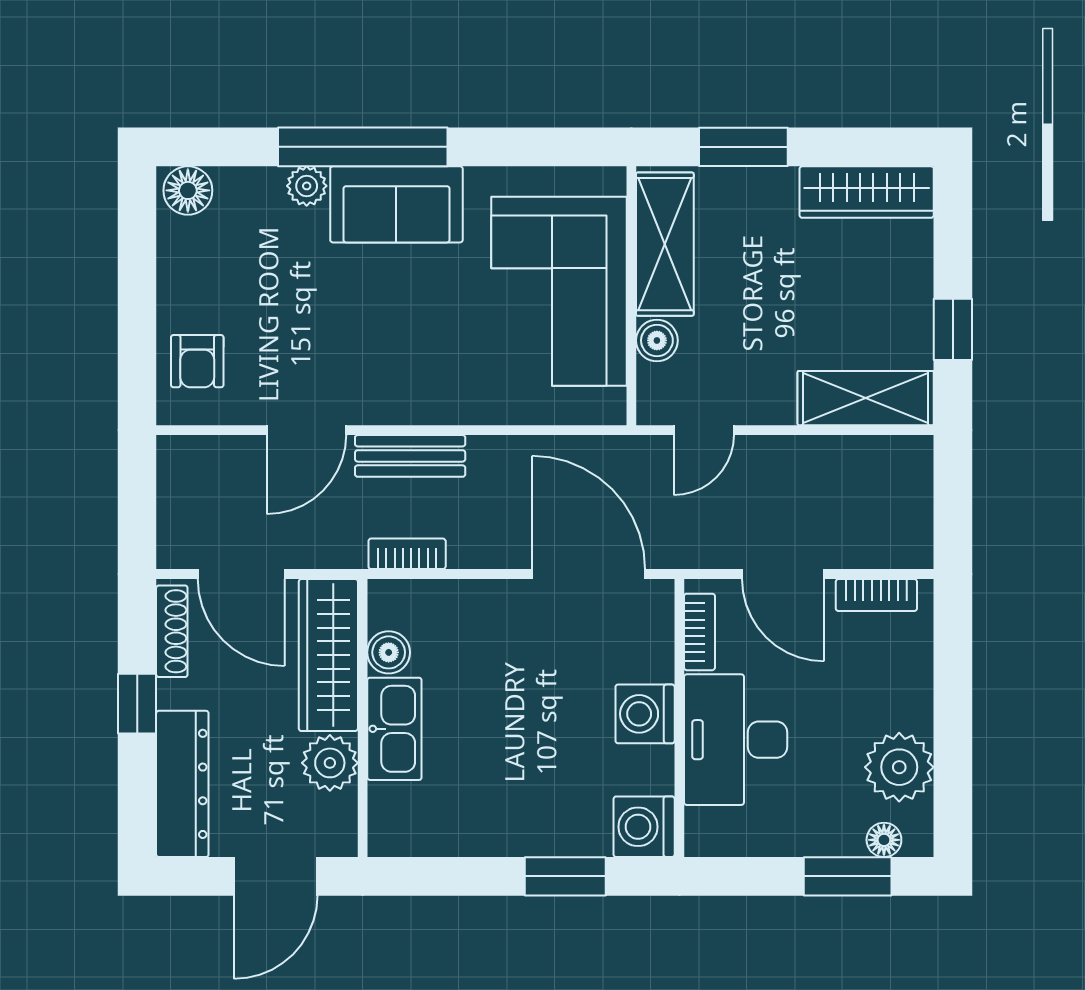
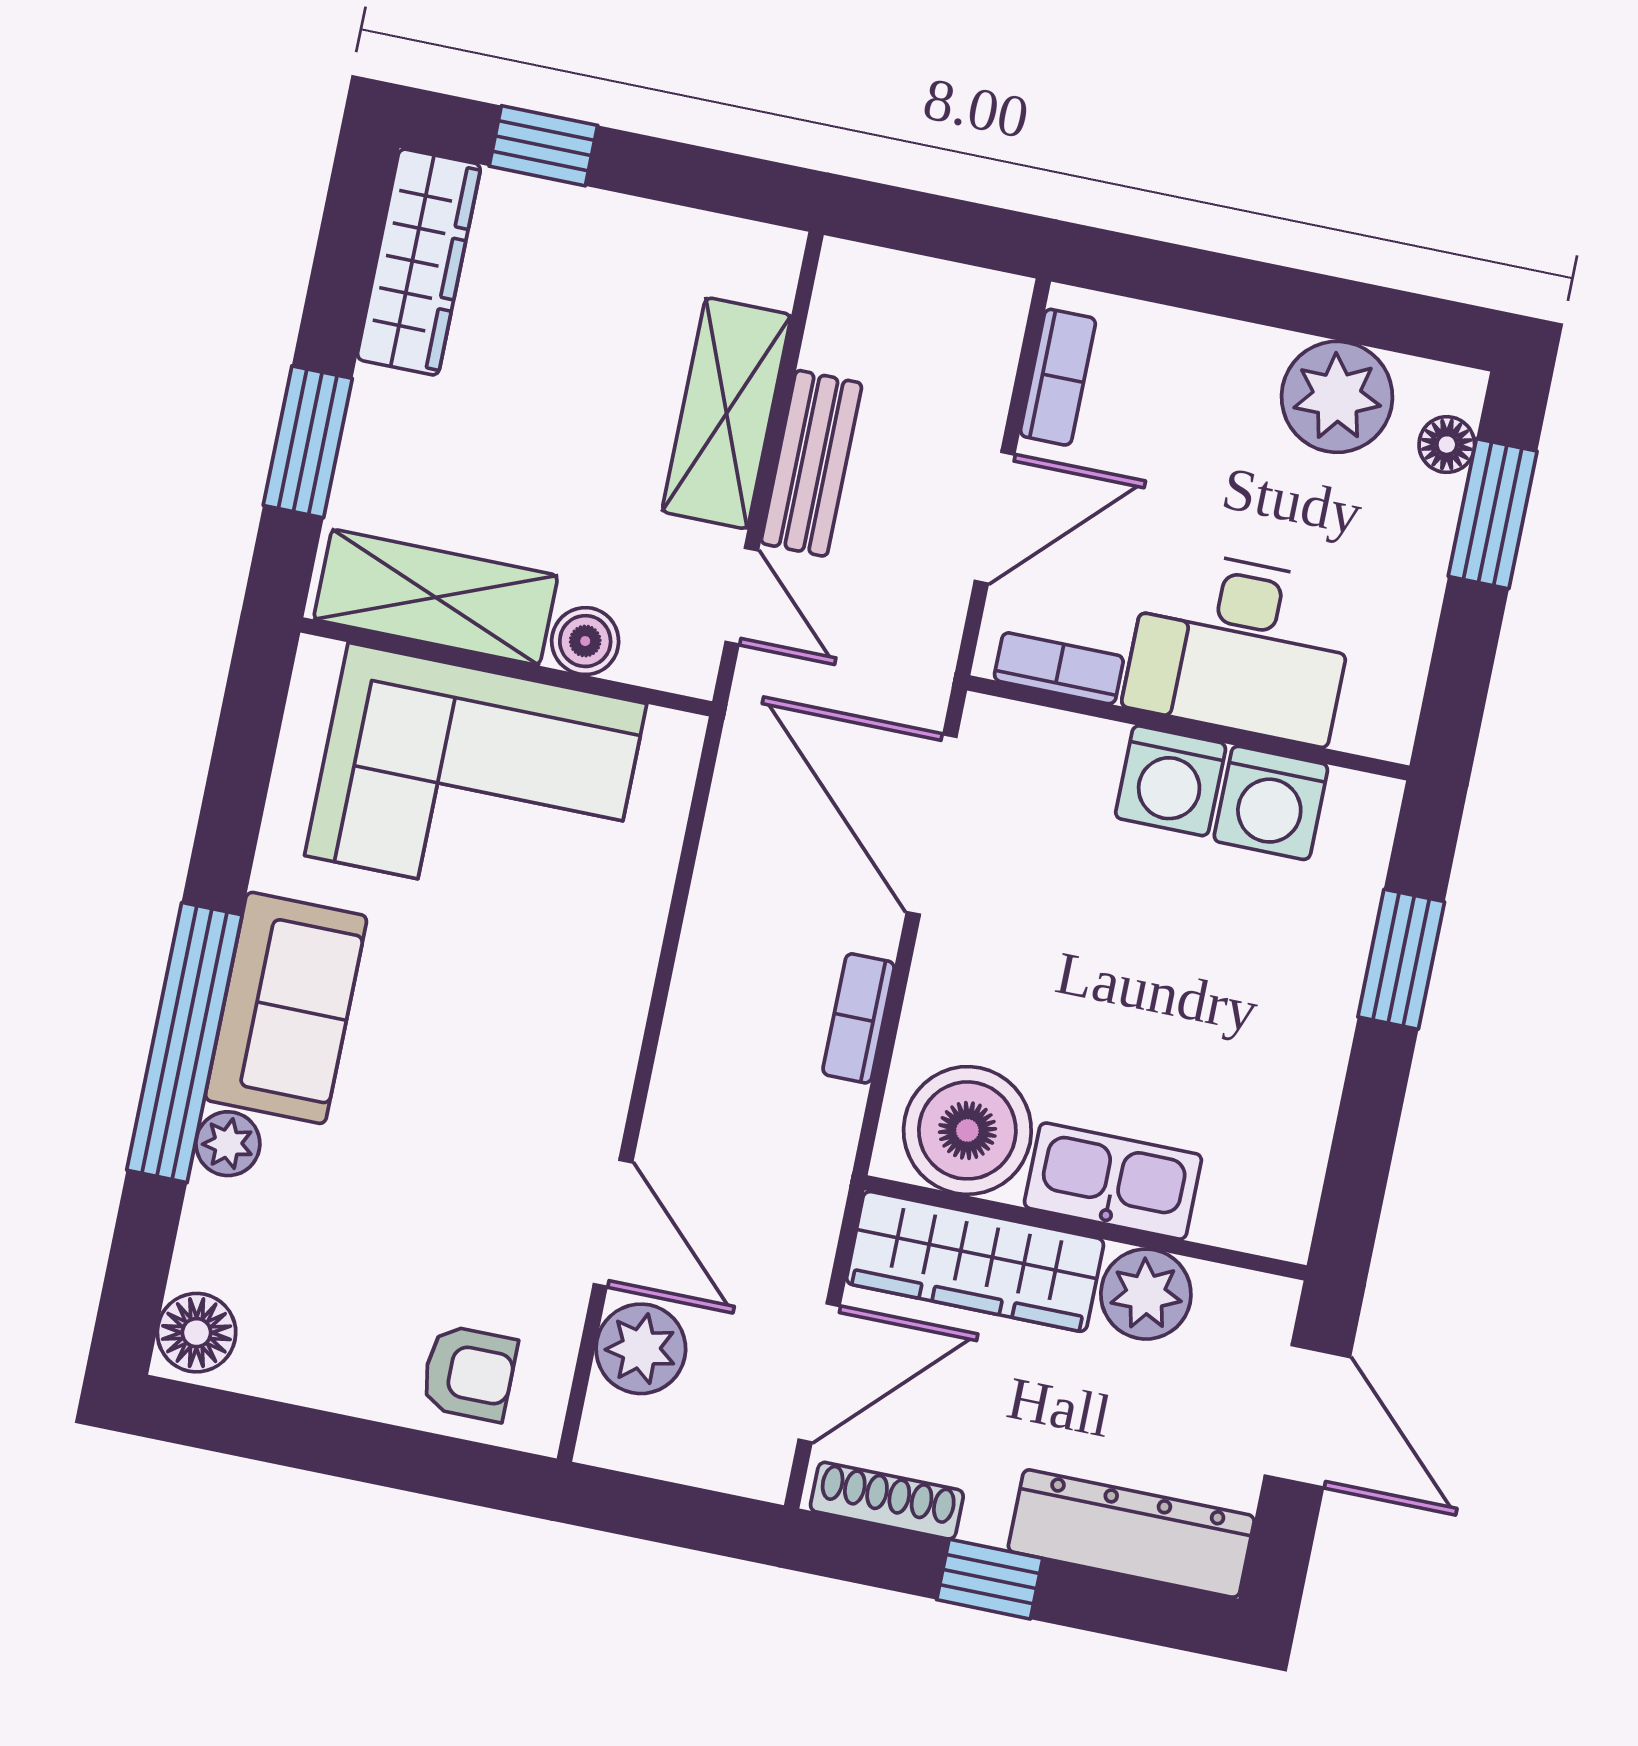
window: (953, 329) -> (543, 146), moved
shelving: (866, 398) -> (727, 413), moved
bench: (410, 456) -> (811, 463), moved
plant: (233, 463) -> (641, 1349), added
bookcase: (407, 554) -> (859, 1018), moved
door: (589, 574) -> (932, 825), hinge flipped
boiler: (389, 652) -> (967, 1130), width x1.86, depth x1.86
washing machine: (644, 827) -> (1271, 803), moved

